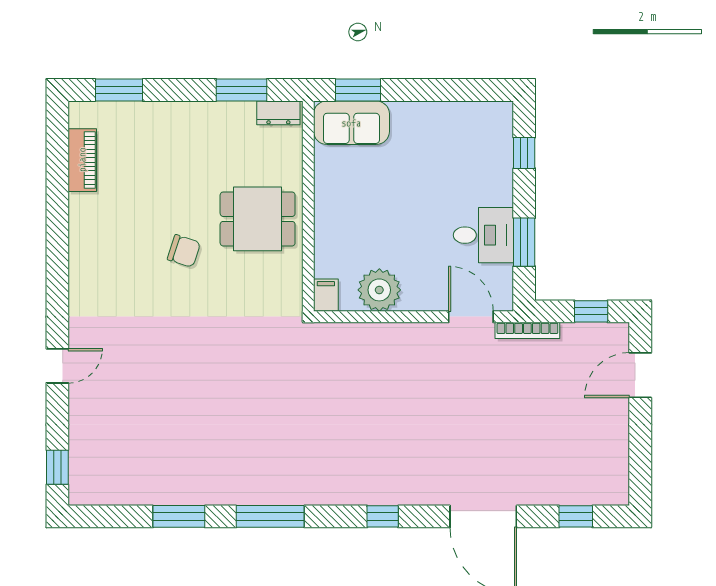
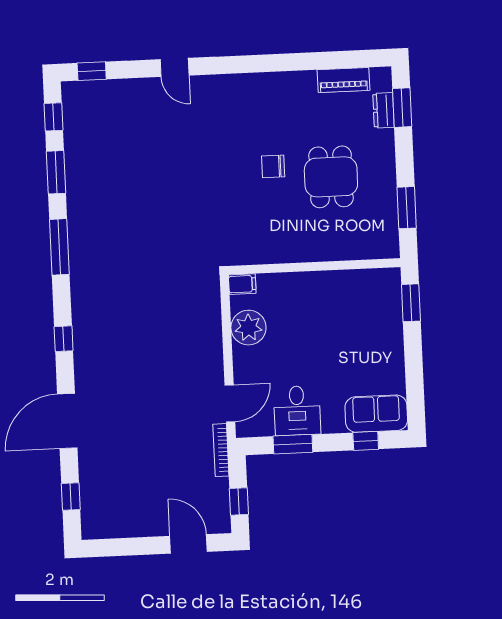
dresser: (278, 113) -> (384, 110), moved
sofa: (351, 123) -> (376, 414), moved, turned 90
dining table: (258, 219) -> (331, 177), moved
chair: (184, 251) -> (273, 166), turned 72
window: (111, 516) -> (53, 117), added

